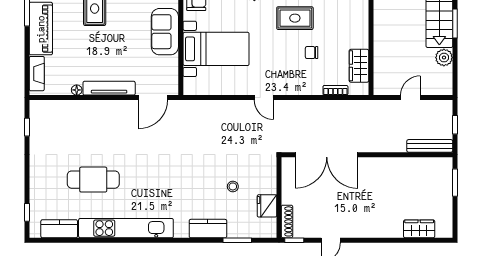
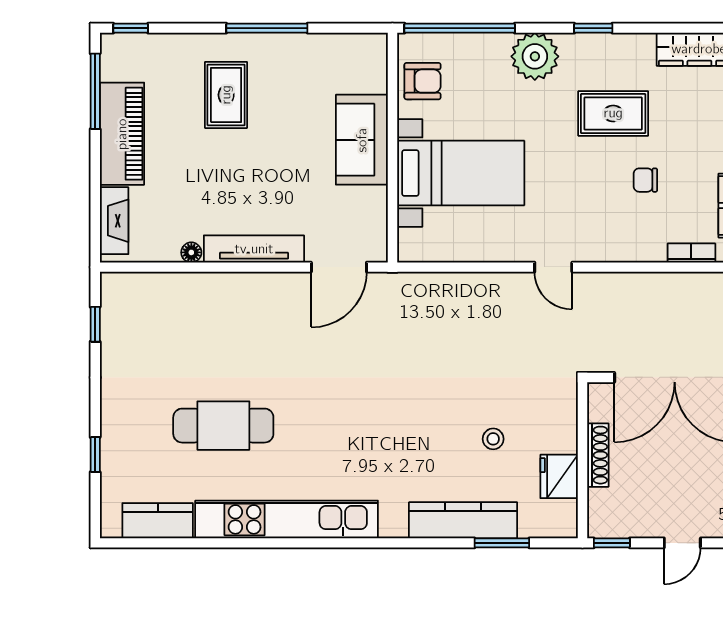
window: (27, 212) -> (95, 455), moved
shoe rack: (287, 221) -> (598, 455), moved
kitchen counter: (208, 229) -> (463, 520), width x1.50

